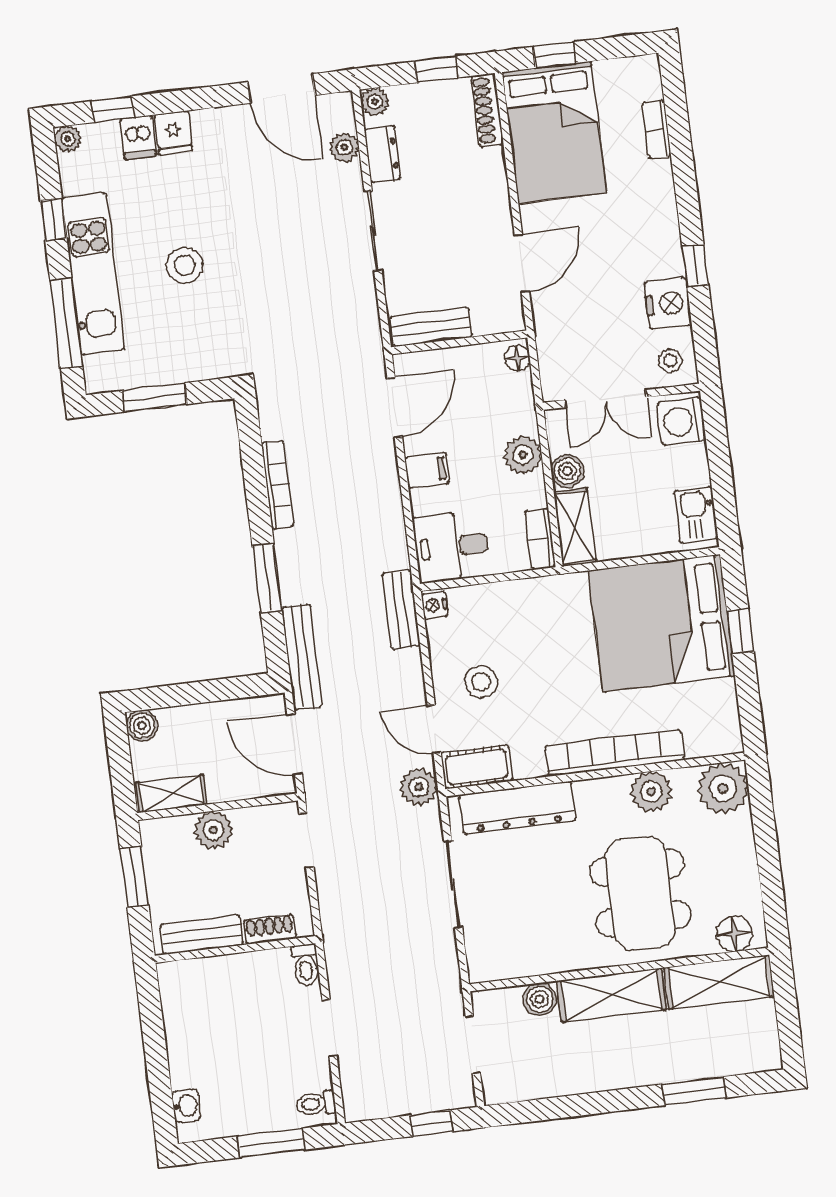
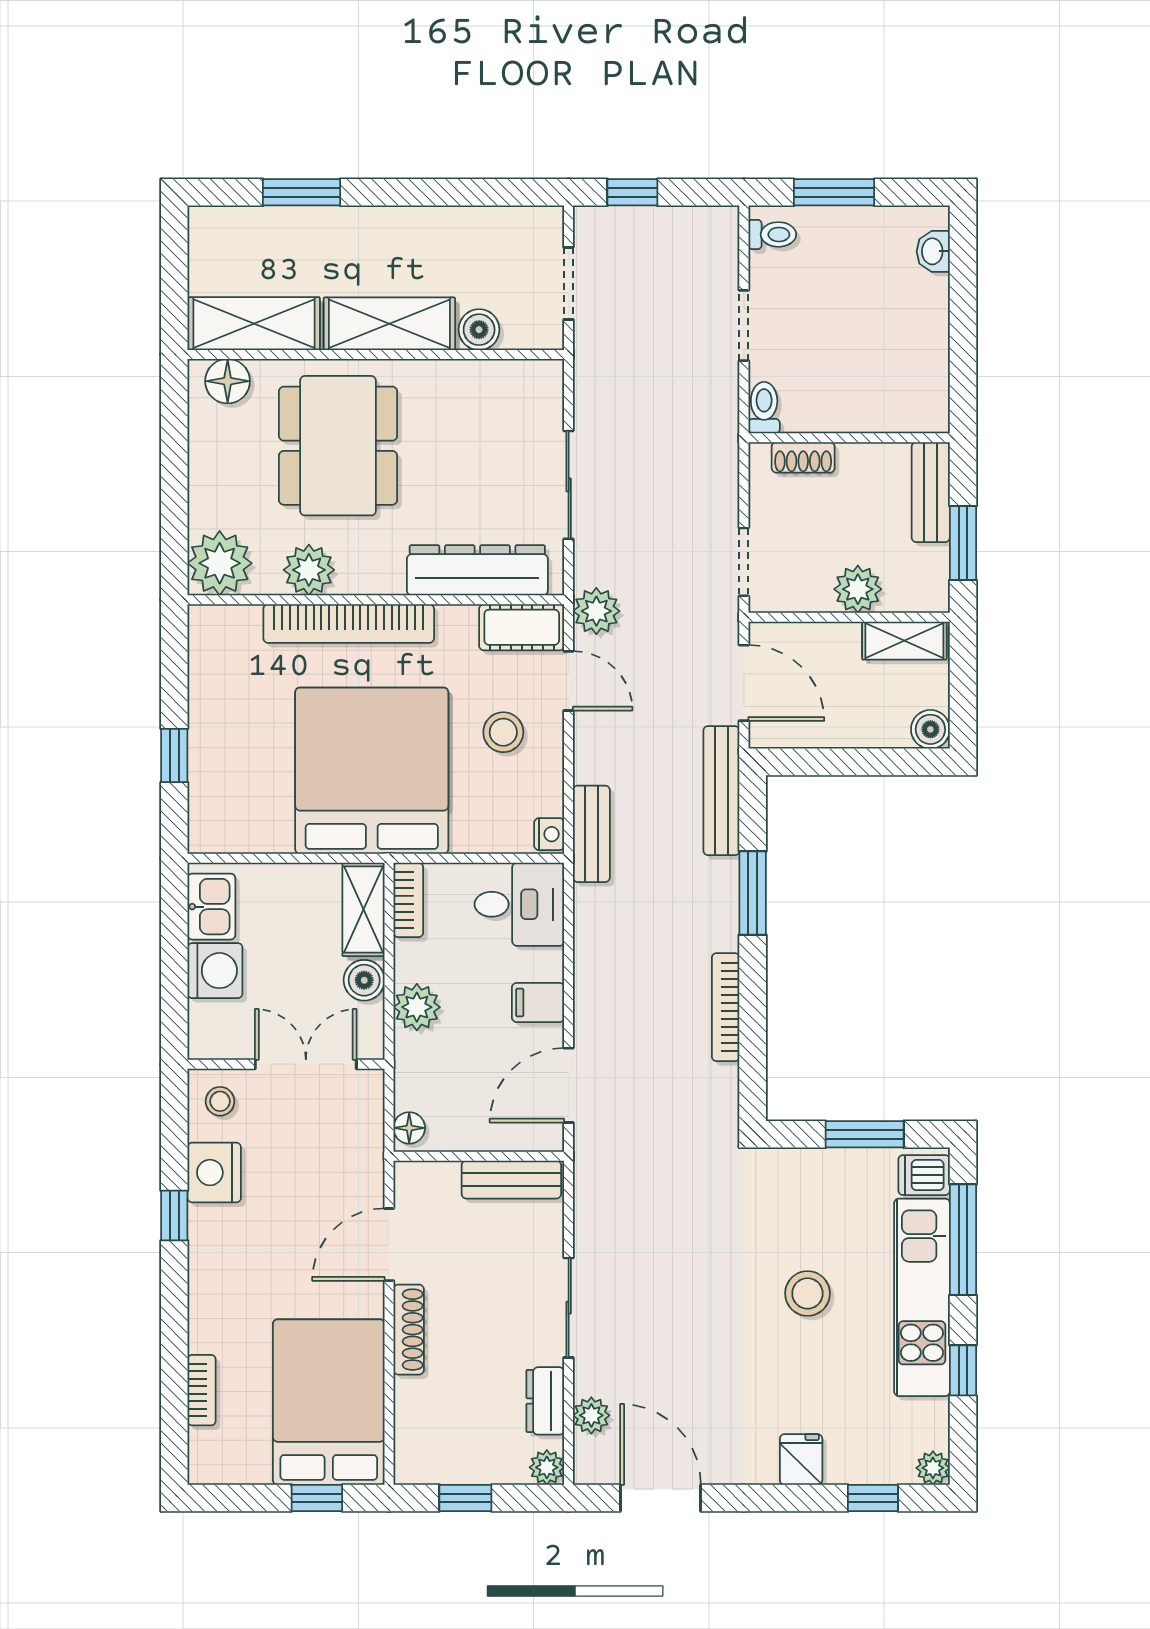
shoe rack: (487, 110) -> (409, 1330), moved
dishwasher: (138, 137) -> (924, 1175), moved, turned -90
washing machine: (682, 421) -> (215, 971), moved
bed: (662, 623) -> (372, 771), moved, turned -90
bench: (202, 935) -> (931, 492), moved, turned 90

